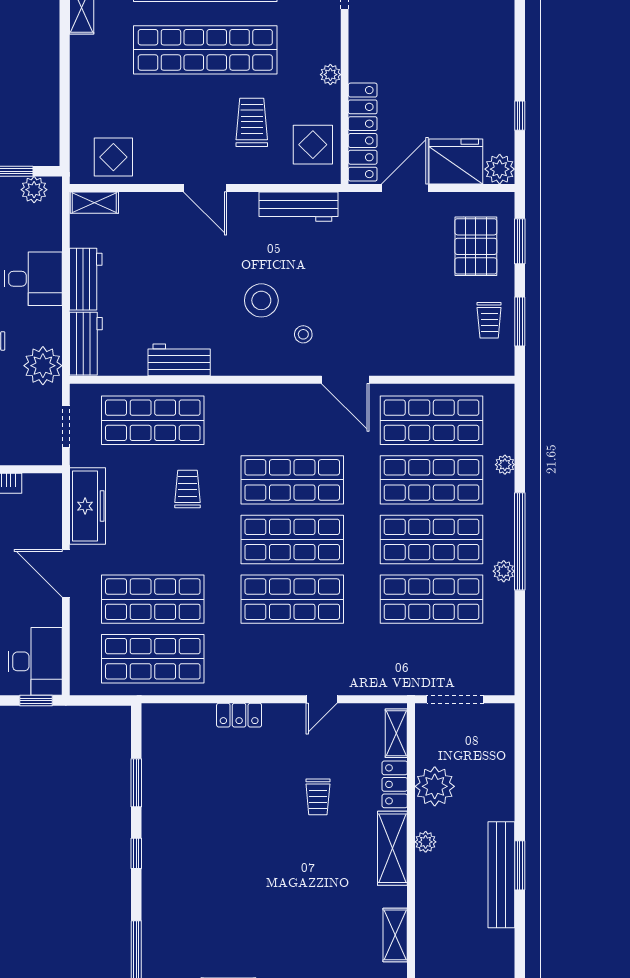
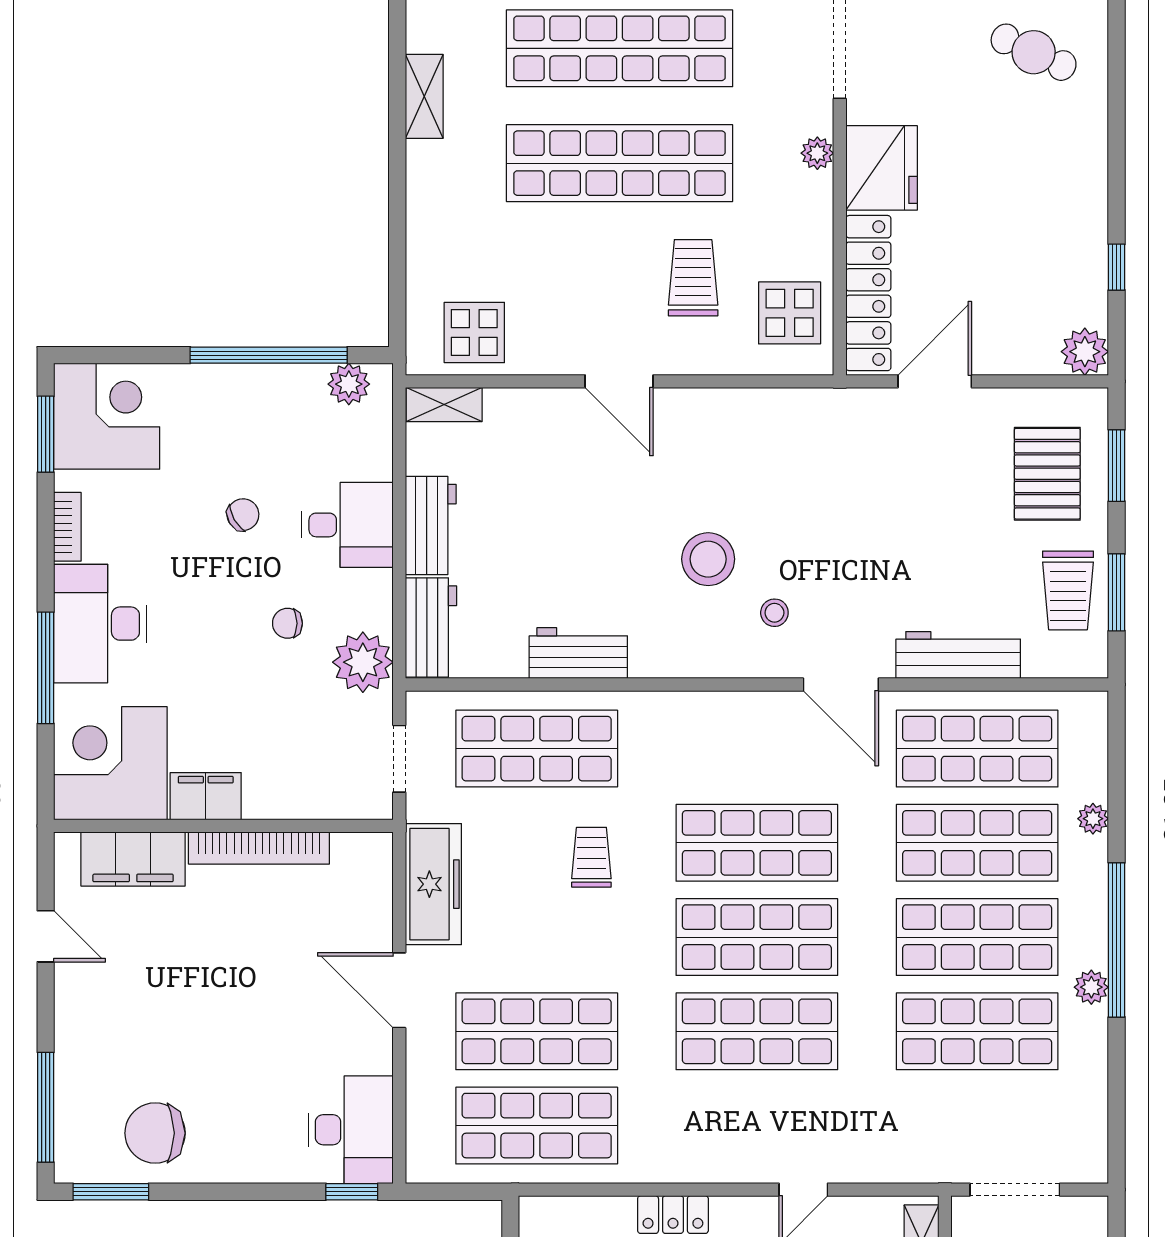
plant: (330, 75) -> (817, 153), moved
fridge: (456, 161) -> (882, 168), moved, turned 90
workbench: (299, 207) -> (958, 655), moved, turned 180
trolley: (489, 320) -> (1068, 590), width x1.36, depth x1.39

